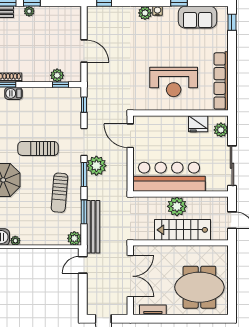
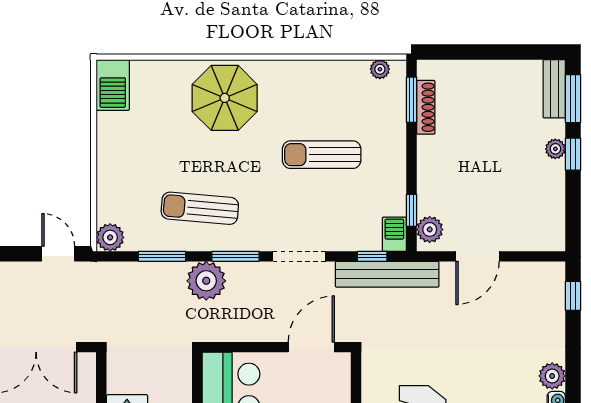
plant: (57, 75) -> (430, 229), moved
barbecue: (13, 93) -> (394, 234), moved
sun lounger: (38, 148) -> (322, 155), moved, turned -90
plant: (96, 166) -> (206, 281), moved
bench: (93, 227) -> (387, 274), moved
plant: (15, 241) -> (106, 122), removed

